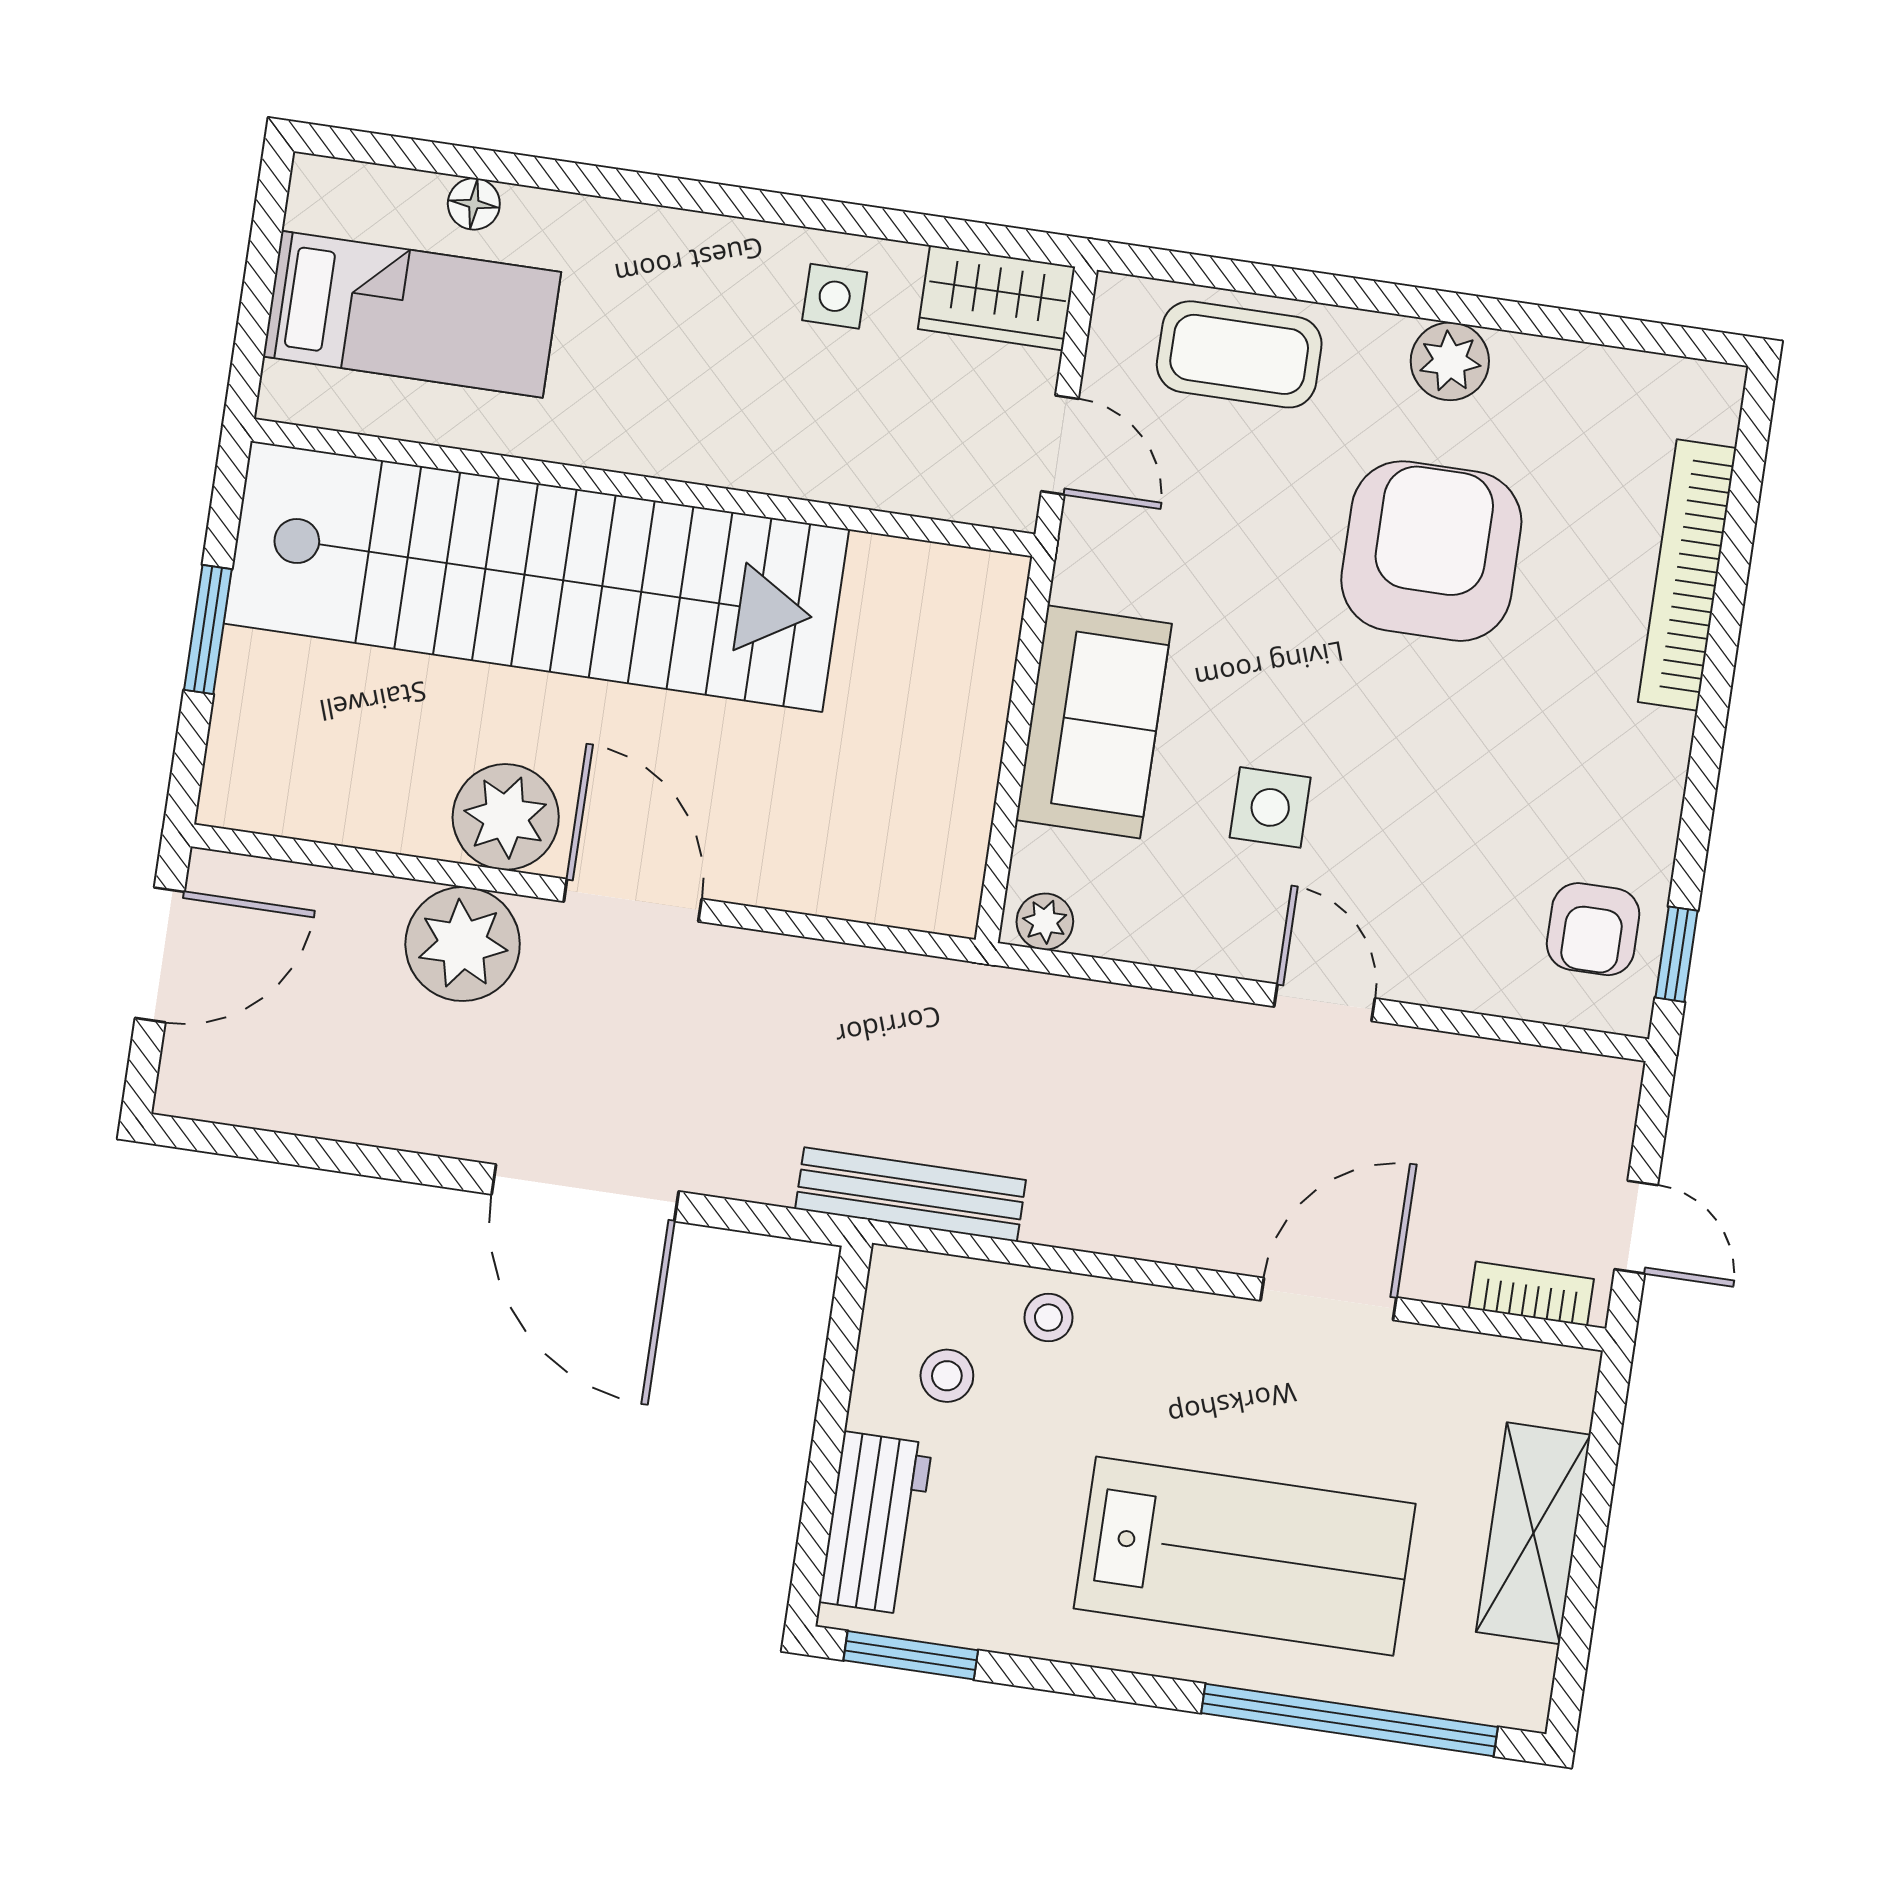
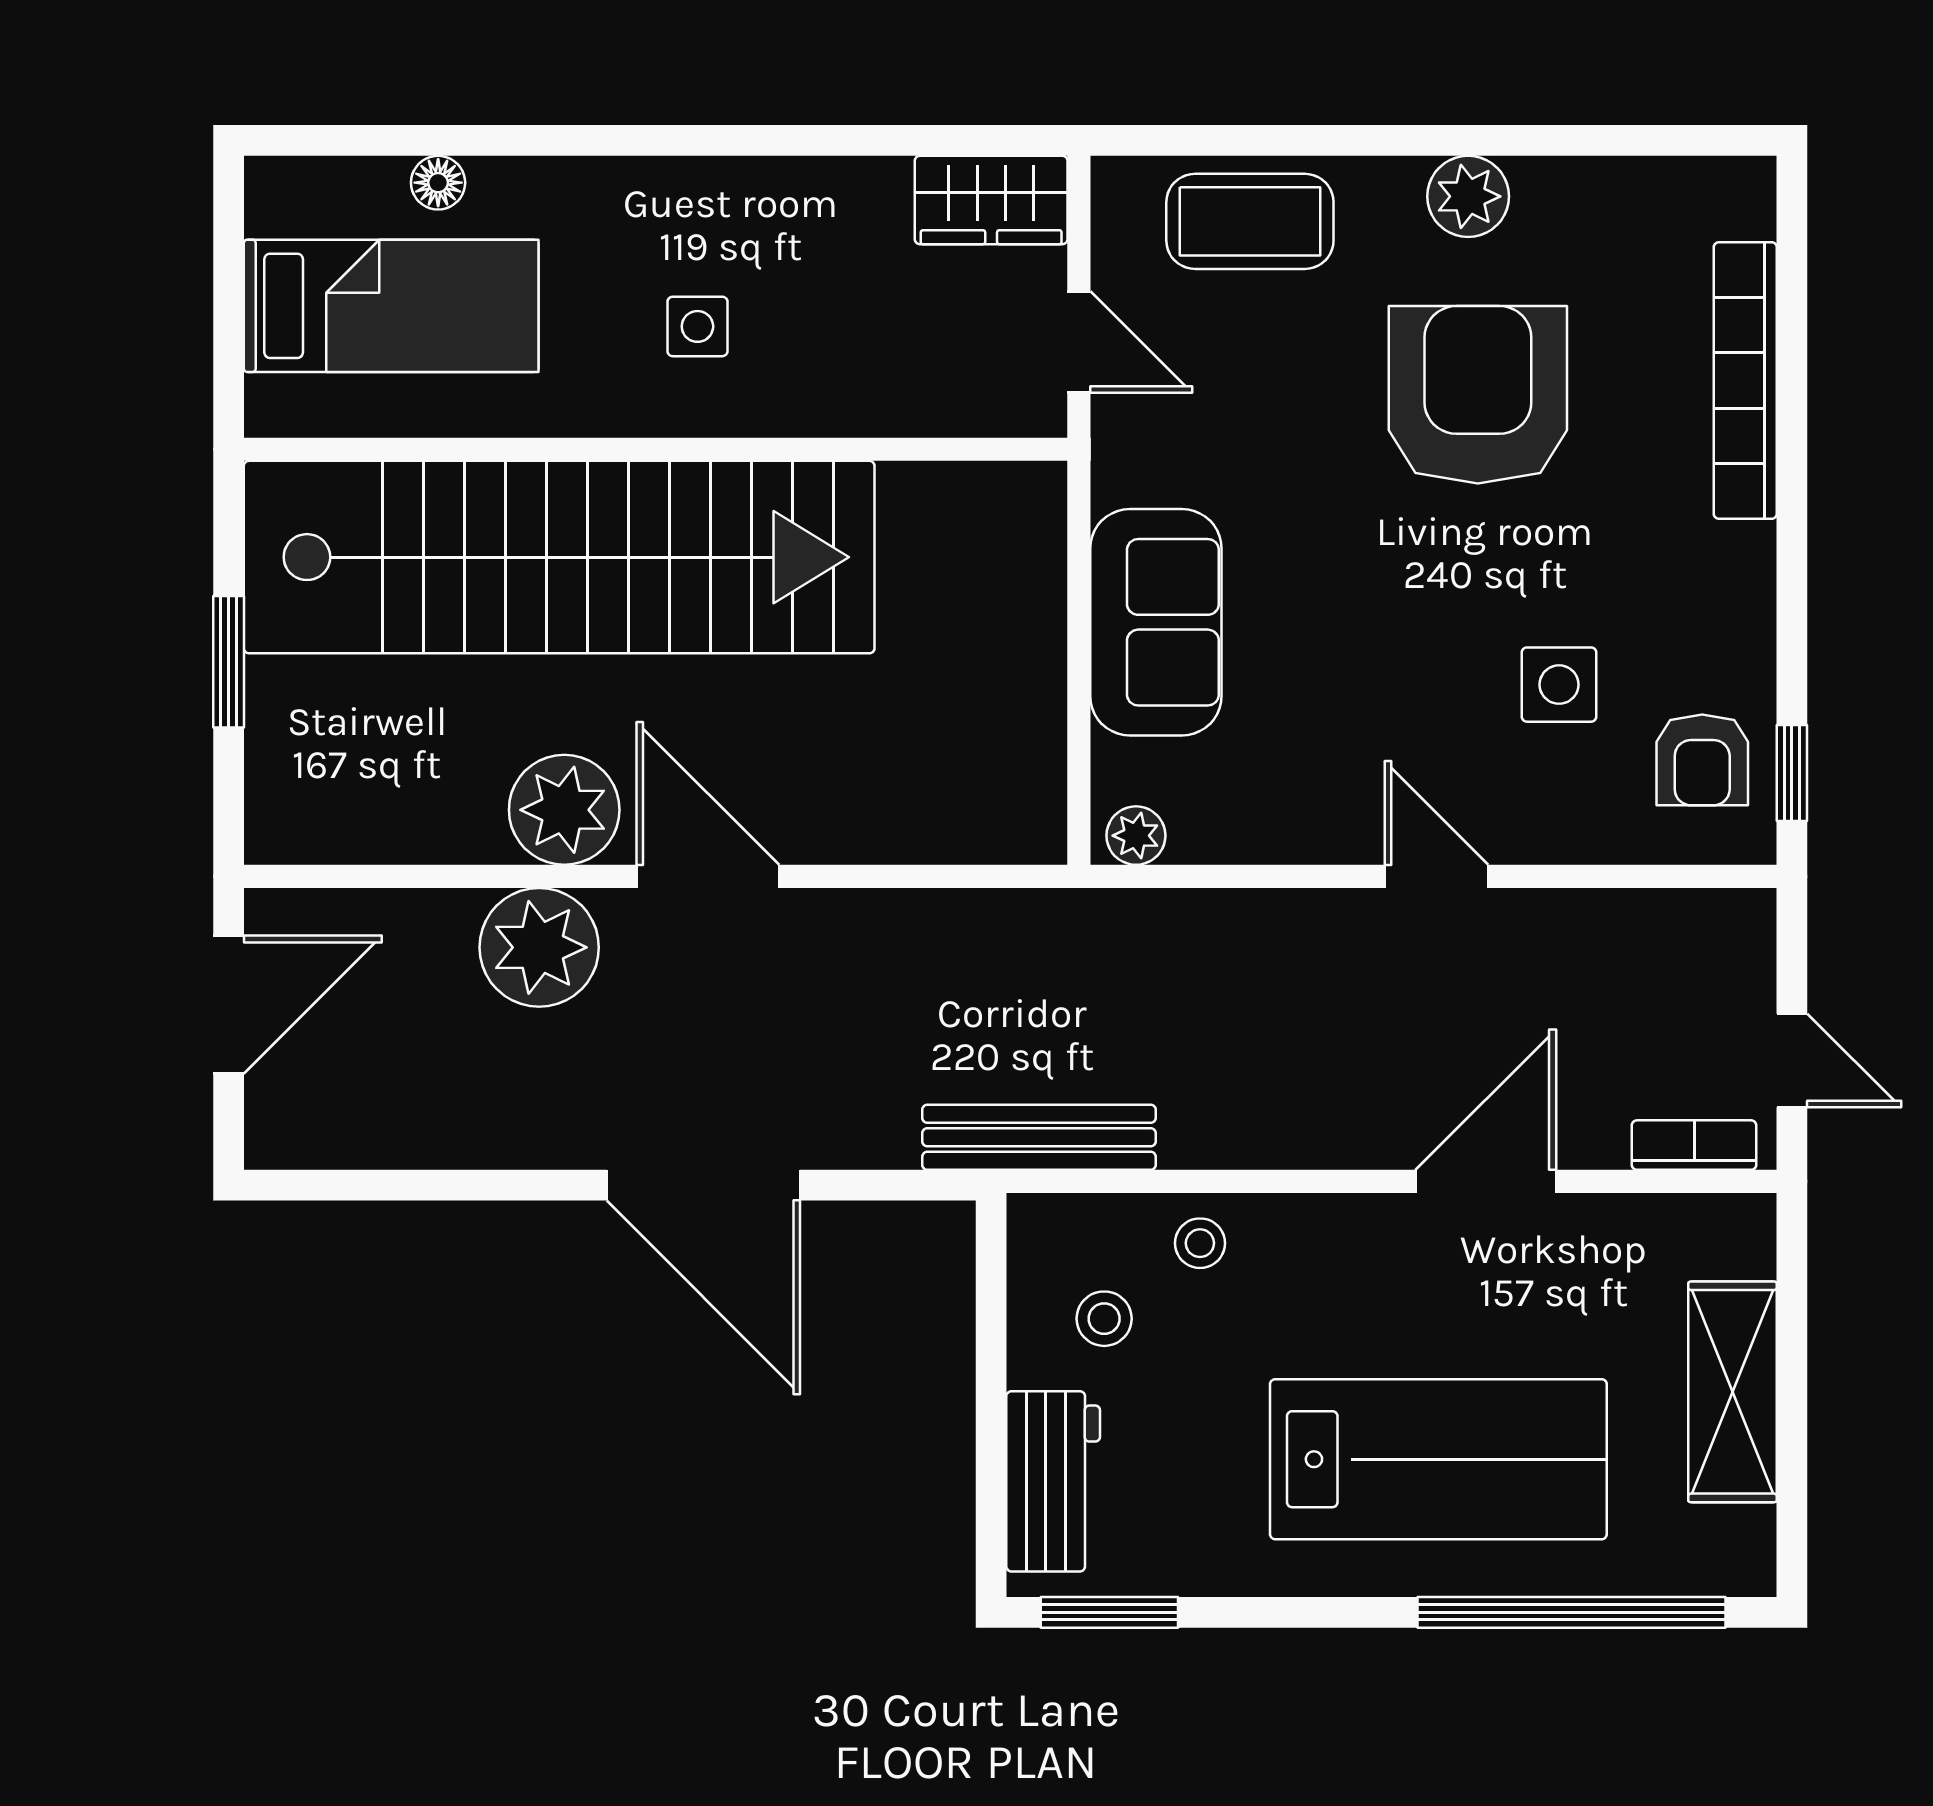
side table: (835, 296) -> (697, 326), moved
side table: (1270, 807) -> (1559, 685), moved

